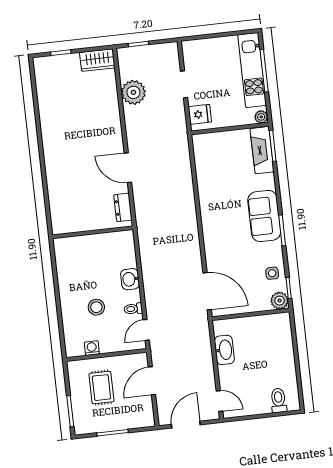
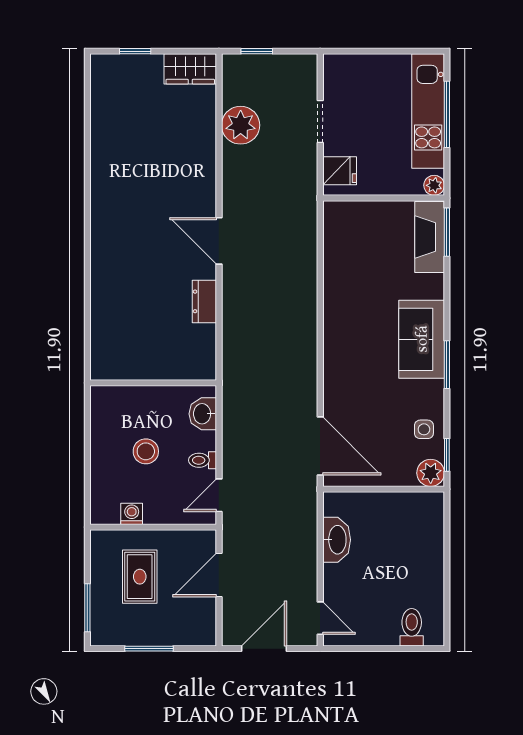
wall: (93, 232) -> (153, 383), moved

